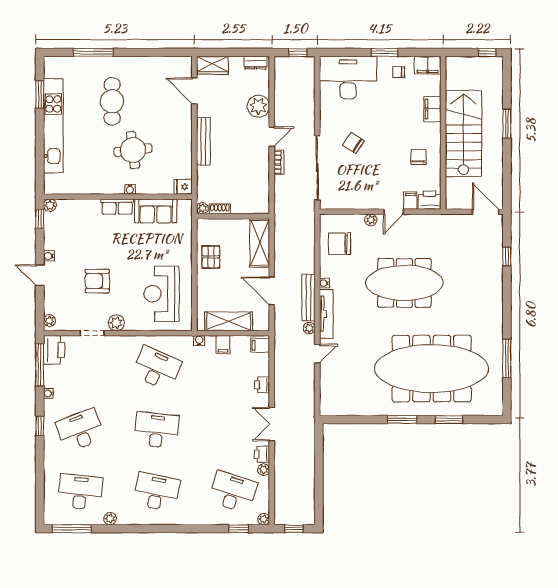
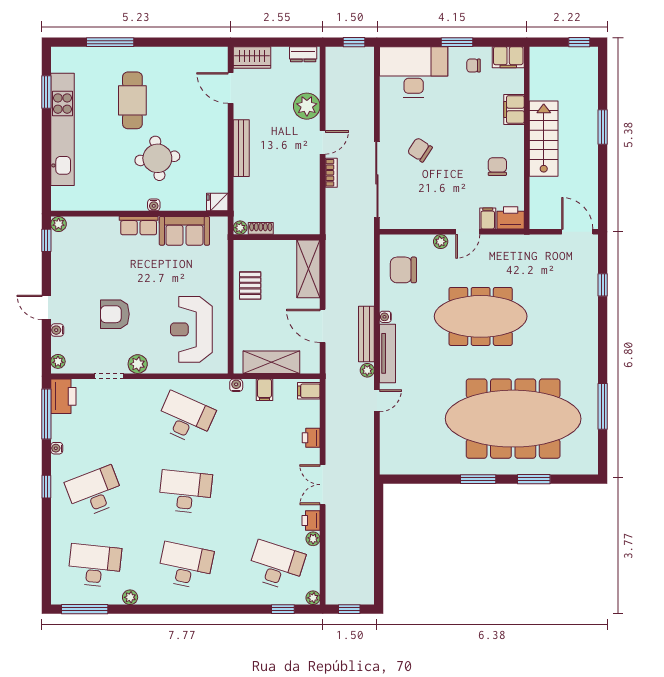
stairs: (463, 133) -> (544, 139), width x0.73, depth x0.66
water cooler: (49, 256) -> (57, 330), moved

